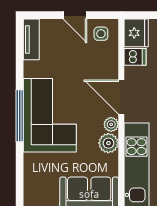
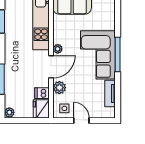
tv unit: (31, 39) -> (110, 93), moved
door: (121, 97) -> (51, 67), hinge flipped
plant: (108, 143) -> (59, 88), moved

